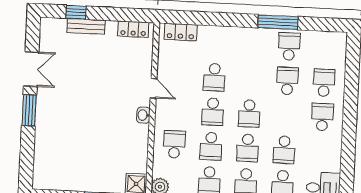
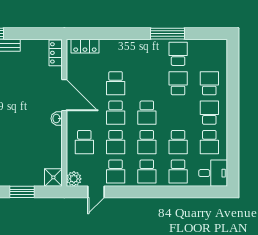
locker: (133, 29) -> (56, 53), moved, turned 90
door: (154, 88) -> (64, 95), width x1.87
school desk: (174, 144) -> (84, 142), turned 180
school desk: (321, 152) -> (209, 142), added

